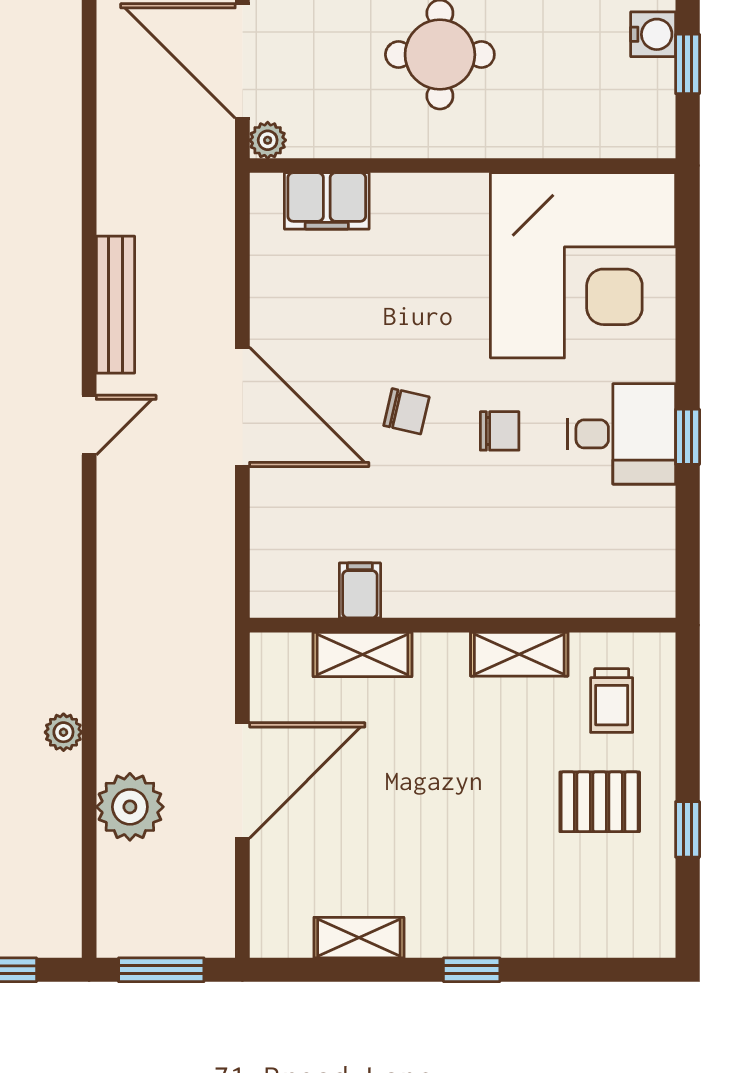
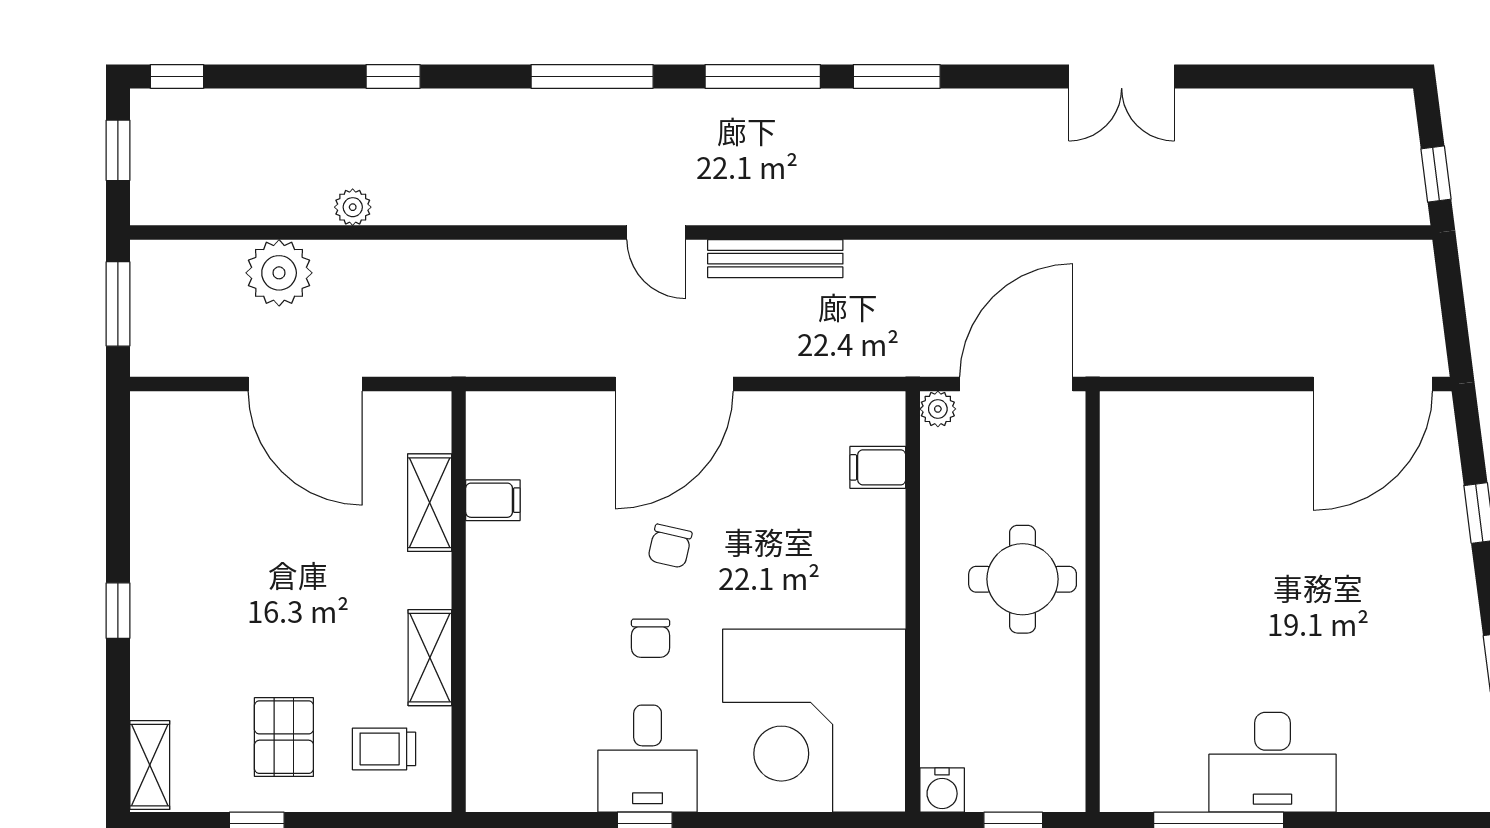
water cooler: (653, 34) -> (942, 790), moved
filing cabinet: (327, 201) -> (878, 467), width x0.50
shelving: (359, 938) -> (150, 765), moved

